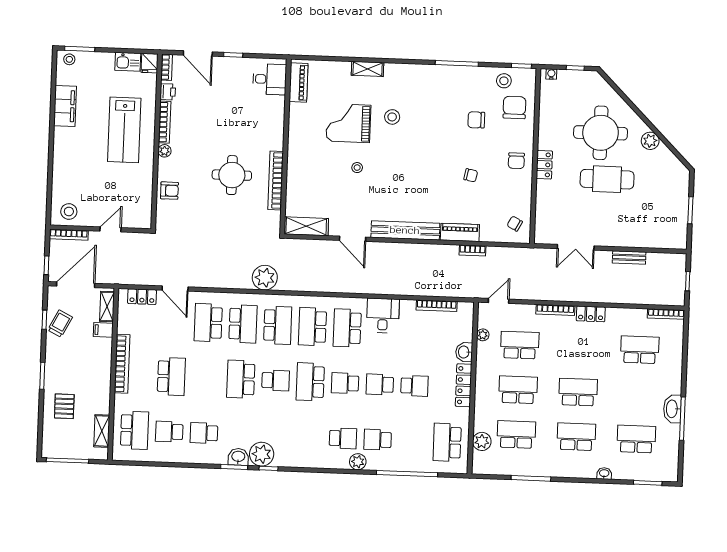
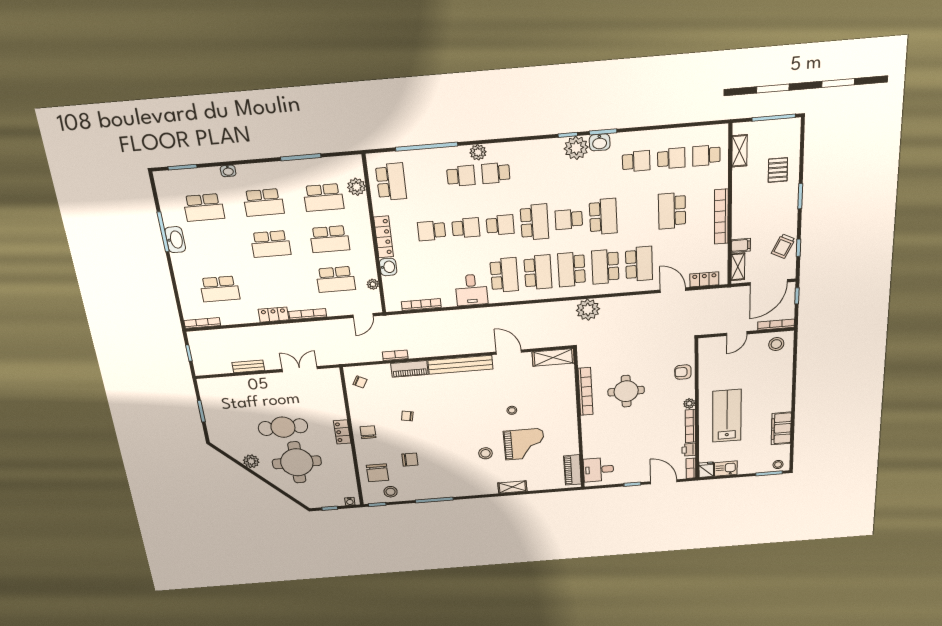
school desk: (134, 430) -> (706, 155), width x0.54

